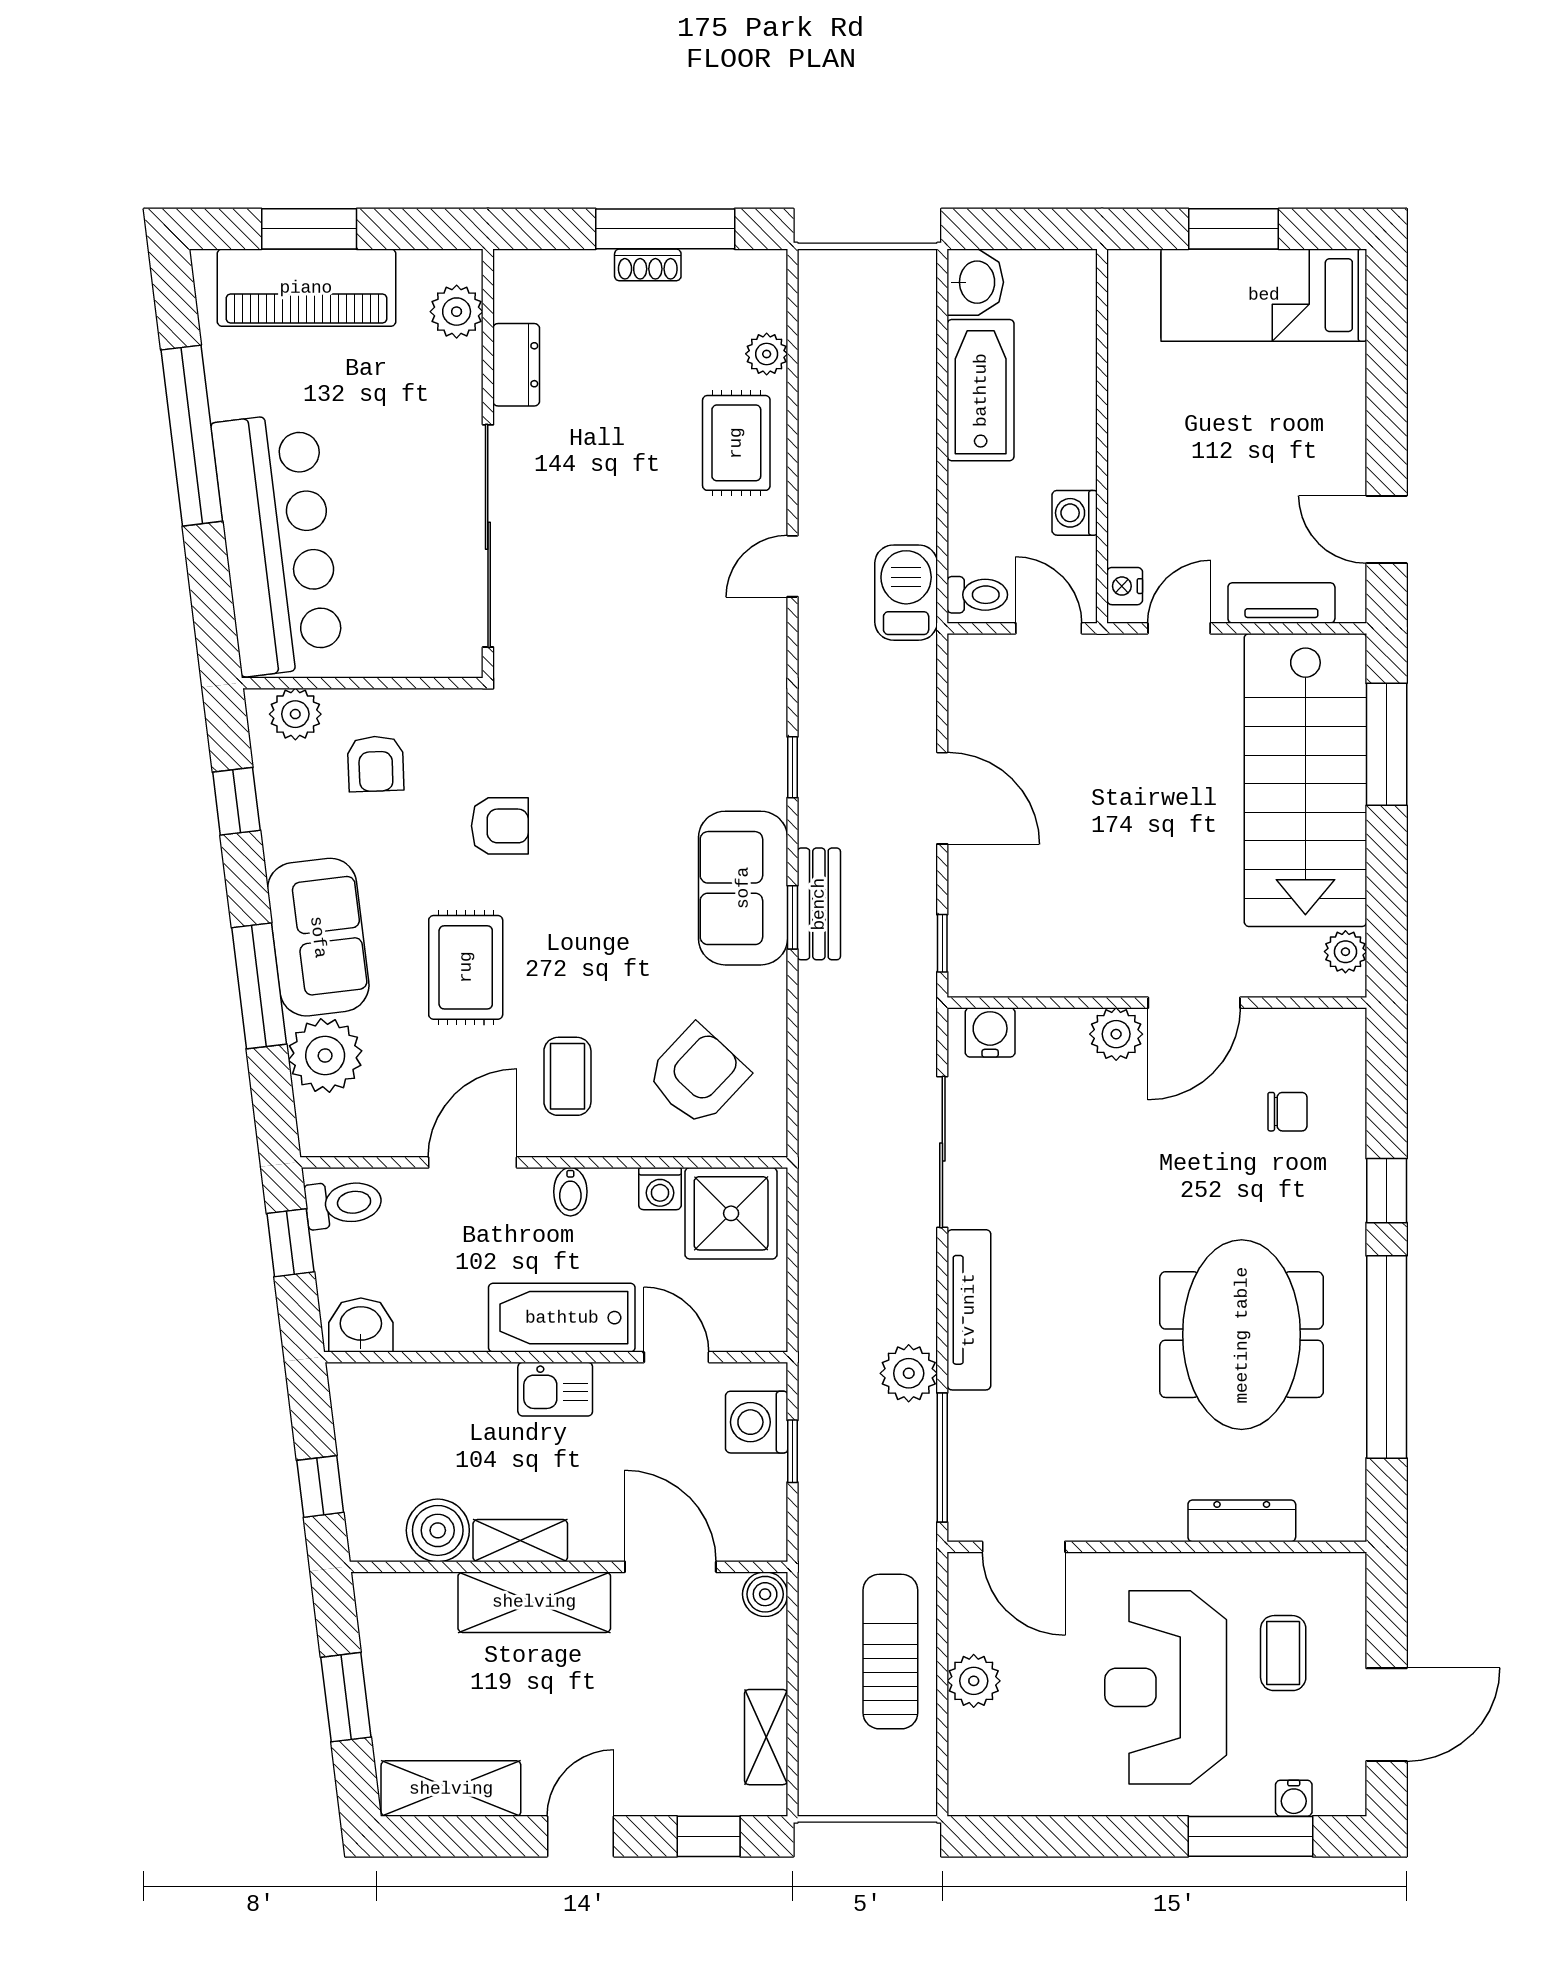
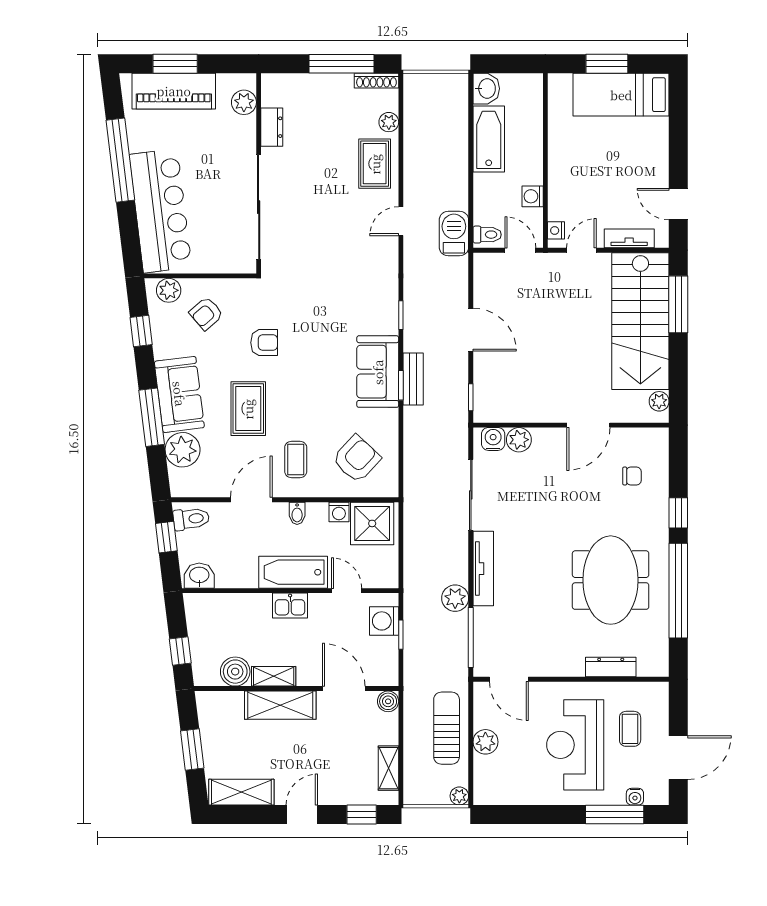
shoe rack: (648, 265) -> (376, 81), moved, width x1.43
armchair: (376, 764) -> (206, 313), turned 51
plant: (1116, 1034) -> (519, 440), moved
plant: (918, 1797) -> (459, 796), added

